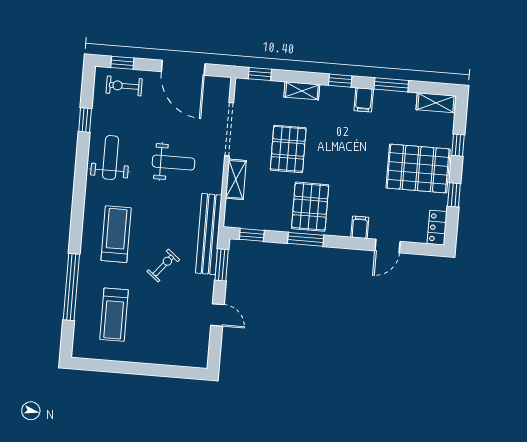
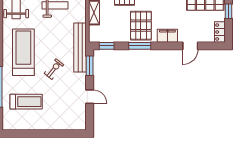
filing cabinet: (360, 227) -> (167, 36), width x2.00
treadmill: (116, 234) -> (23, 52), width x1.37, depth x1.37
treadmill: (114, 315) -> (26, 102), turned -90

